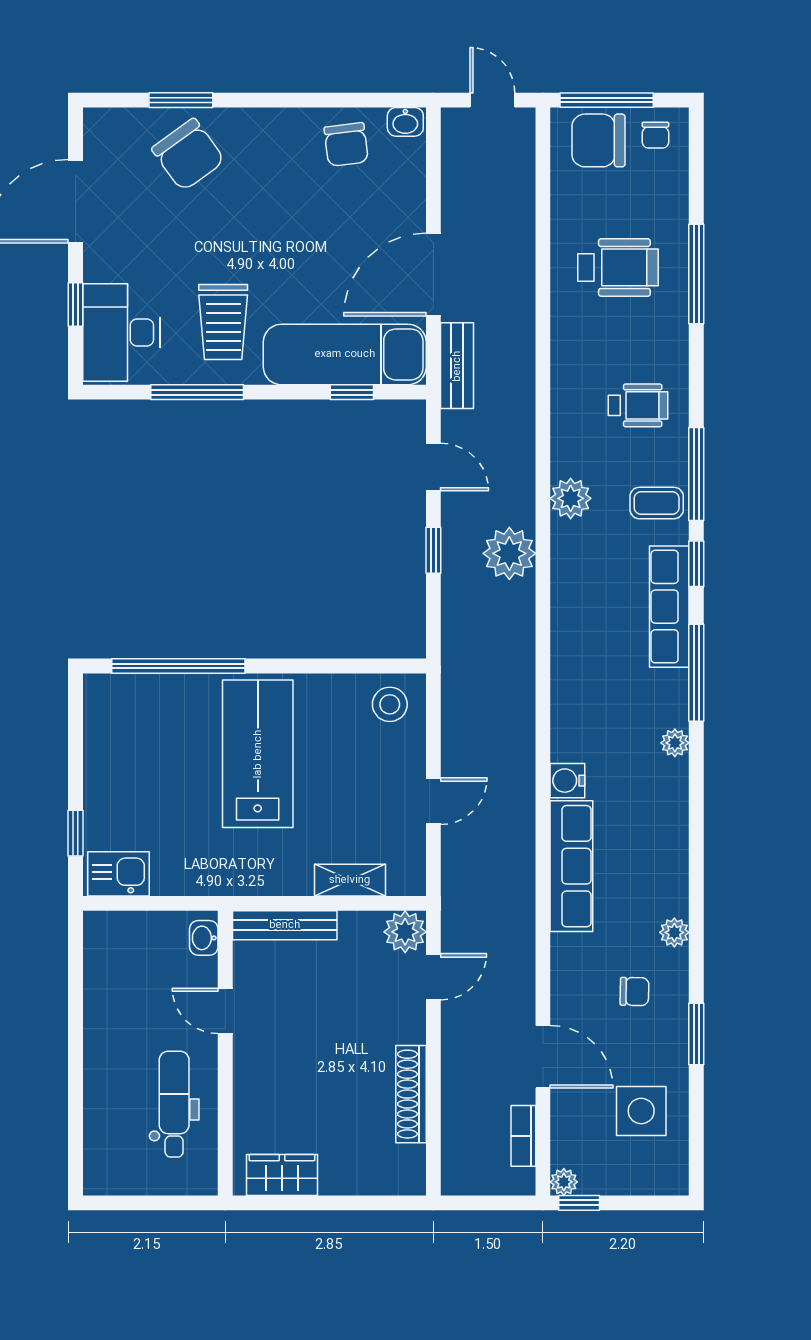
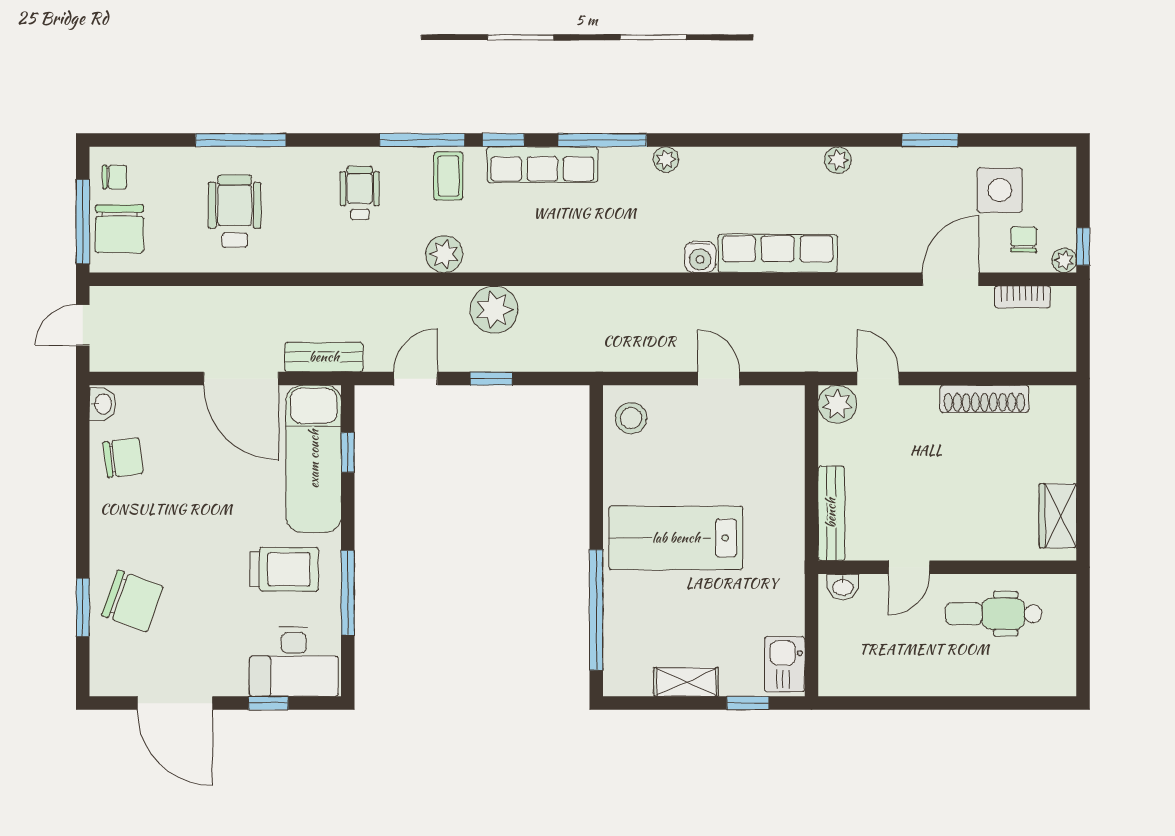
chair: (188, 155) -> (132, 601), turned 56
shelving: (350, 880) -> (686, 682), moved, turned 90
chair: (634, 992) -> (1024, 240), moved

